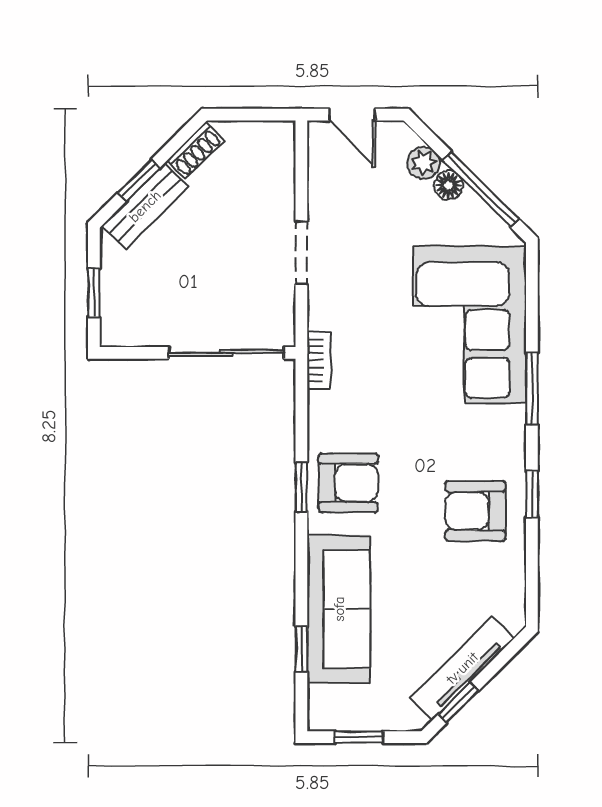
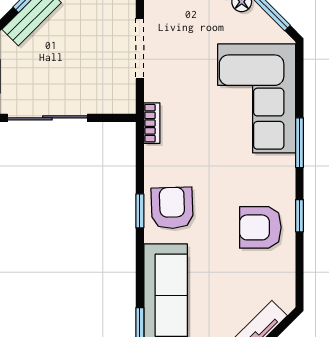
doorway: (301, 253) -> (140, 49), width x1.38
sliding door: (226, 353) -> (47, 118), moved
armchair: (348, 483) -> (172, 208), turned -92

